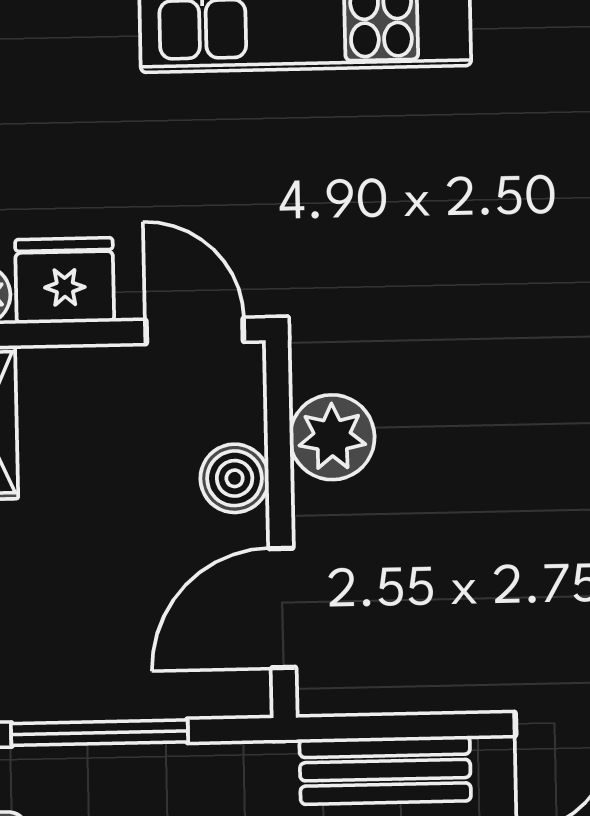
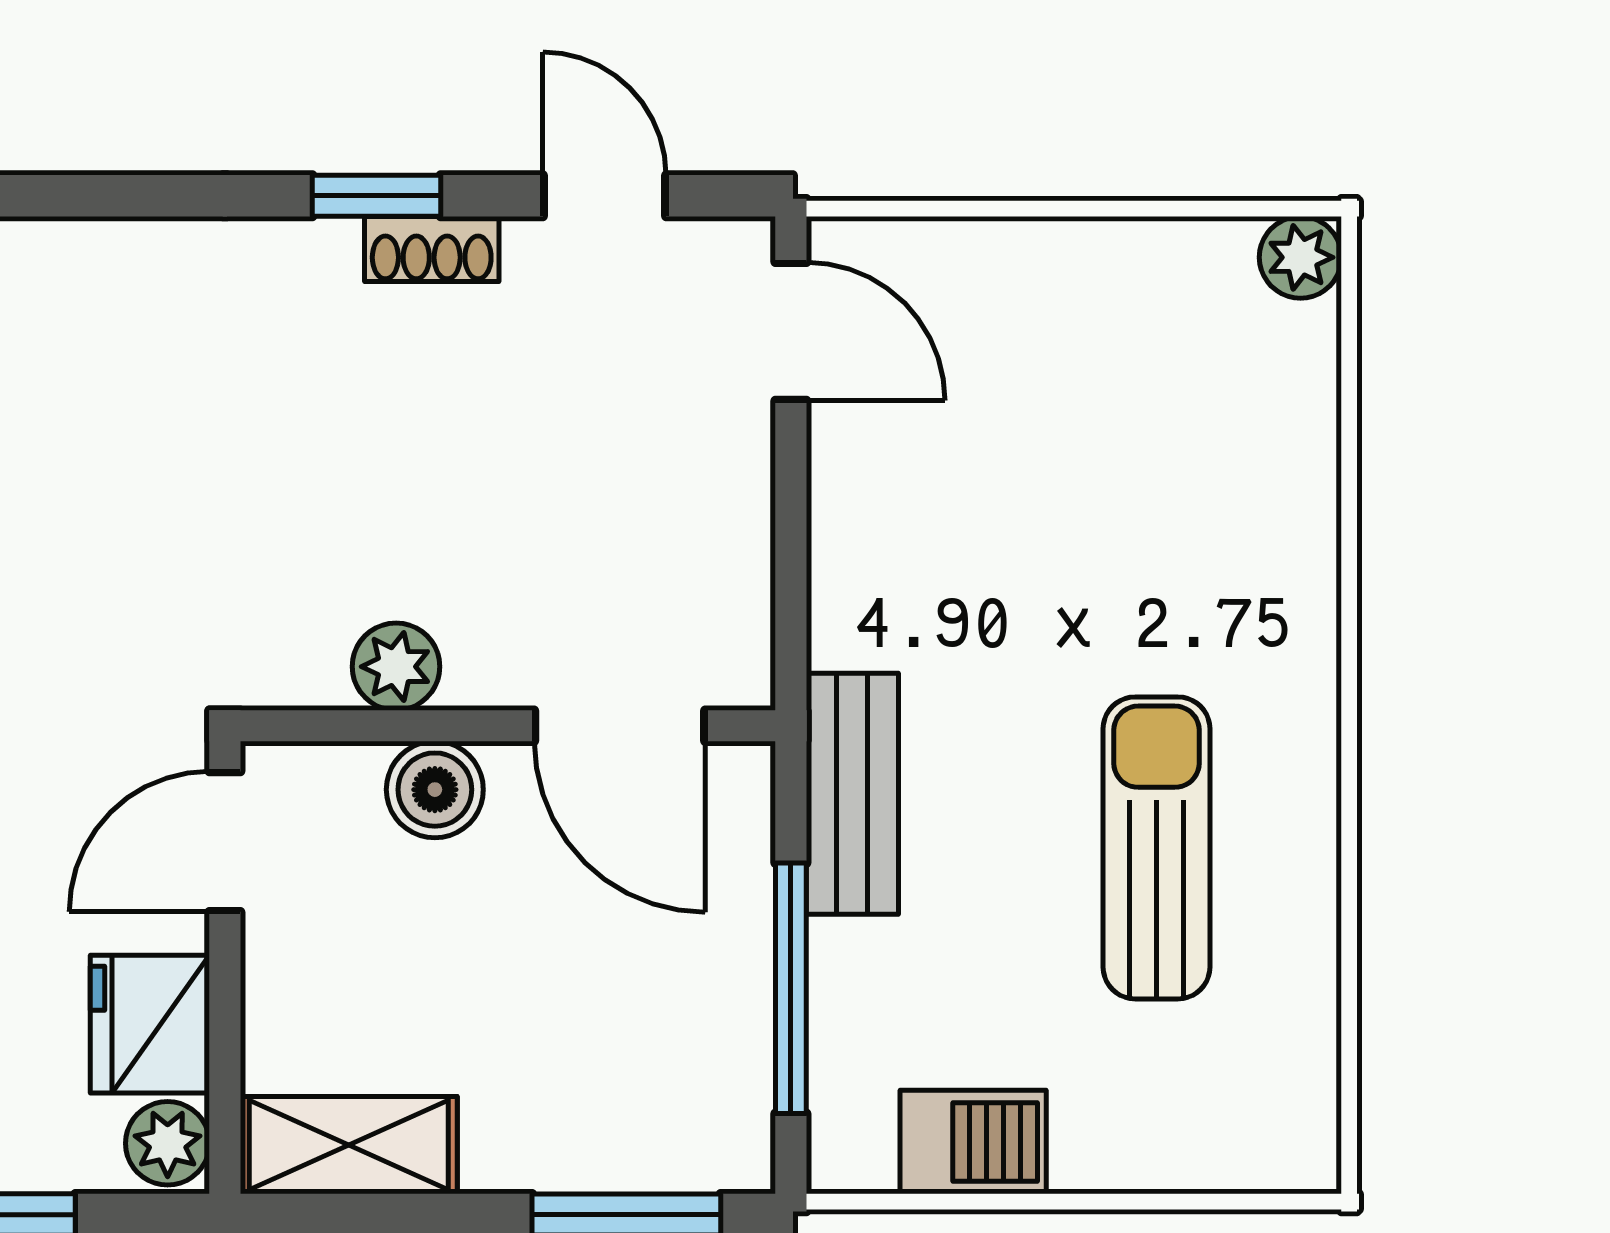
plant: (332, 437) -> (396, 667), width x0.73, depth x0.73
bench: (385, 770) -> (852, 794), moved

